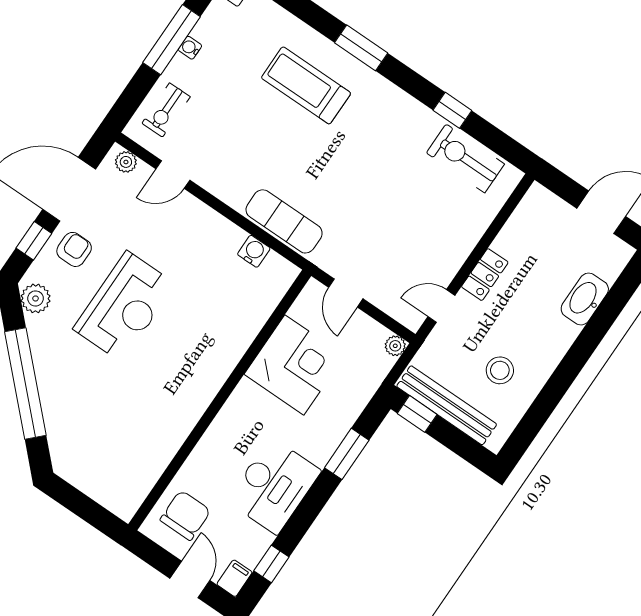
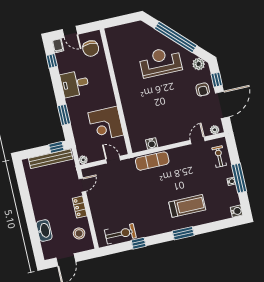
reception desk: (124, 307) -> (160, 62), moved, turned 90
stool: (500, 370) -> (79, 233), moved
desk: (274, 486) -> (75, 84), width x0.73

